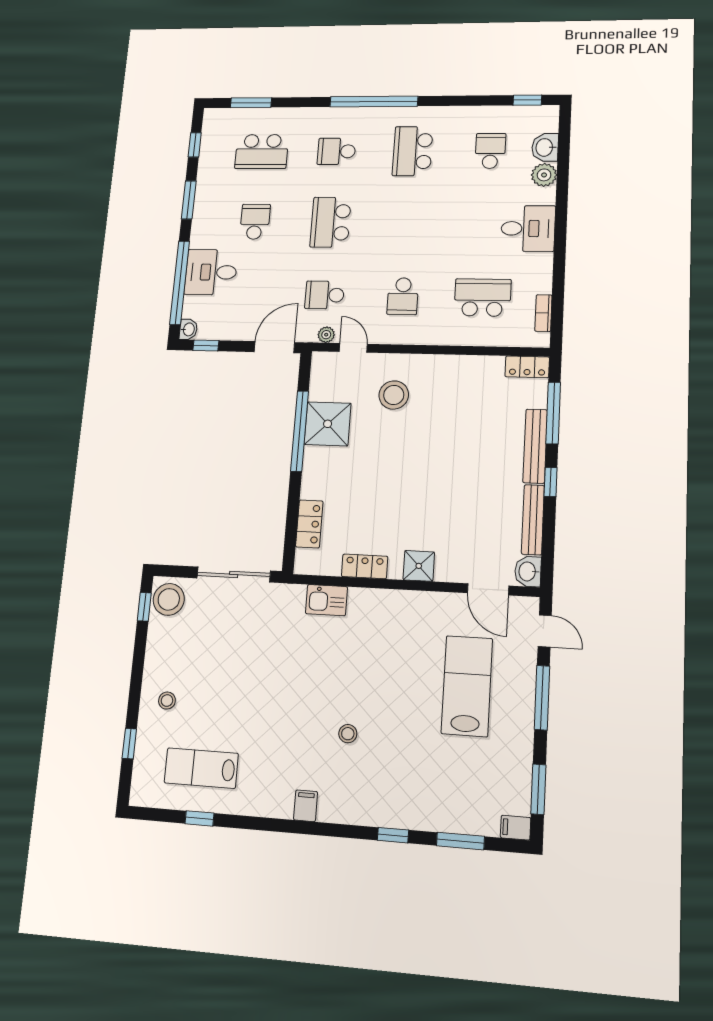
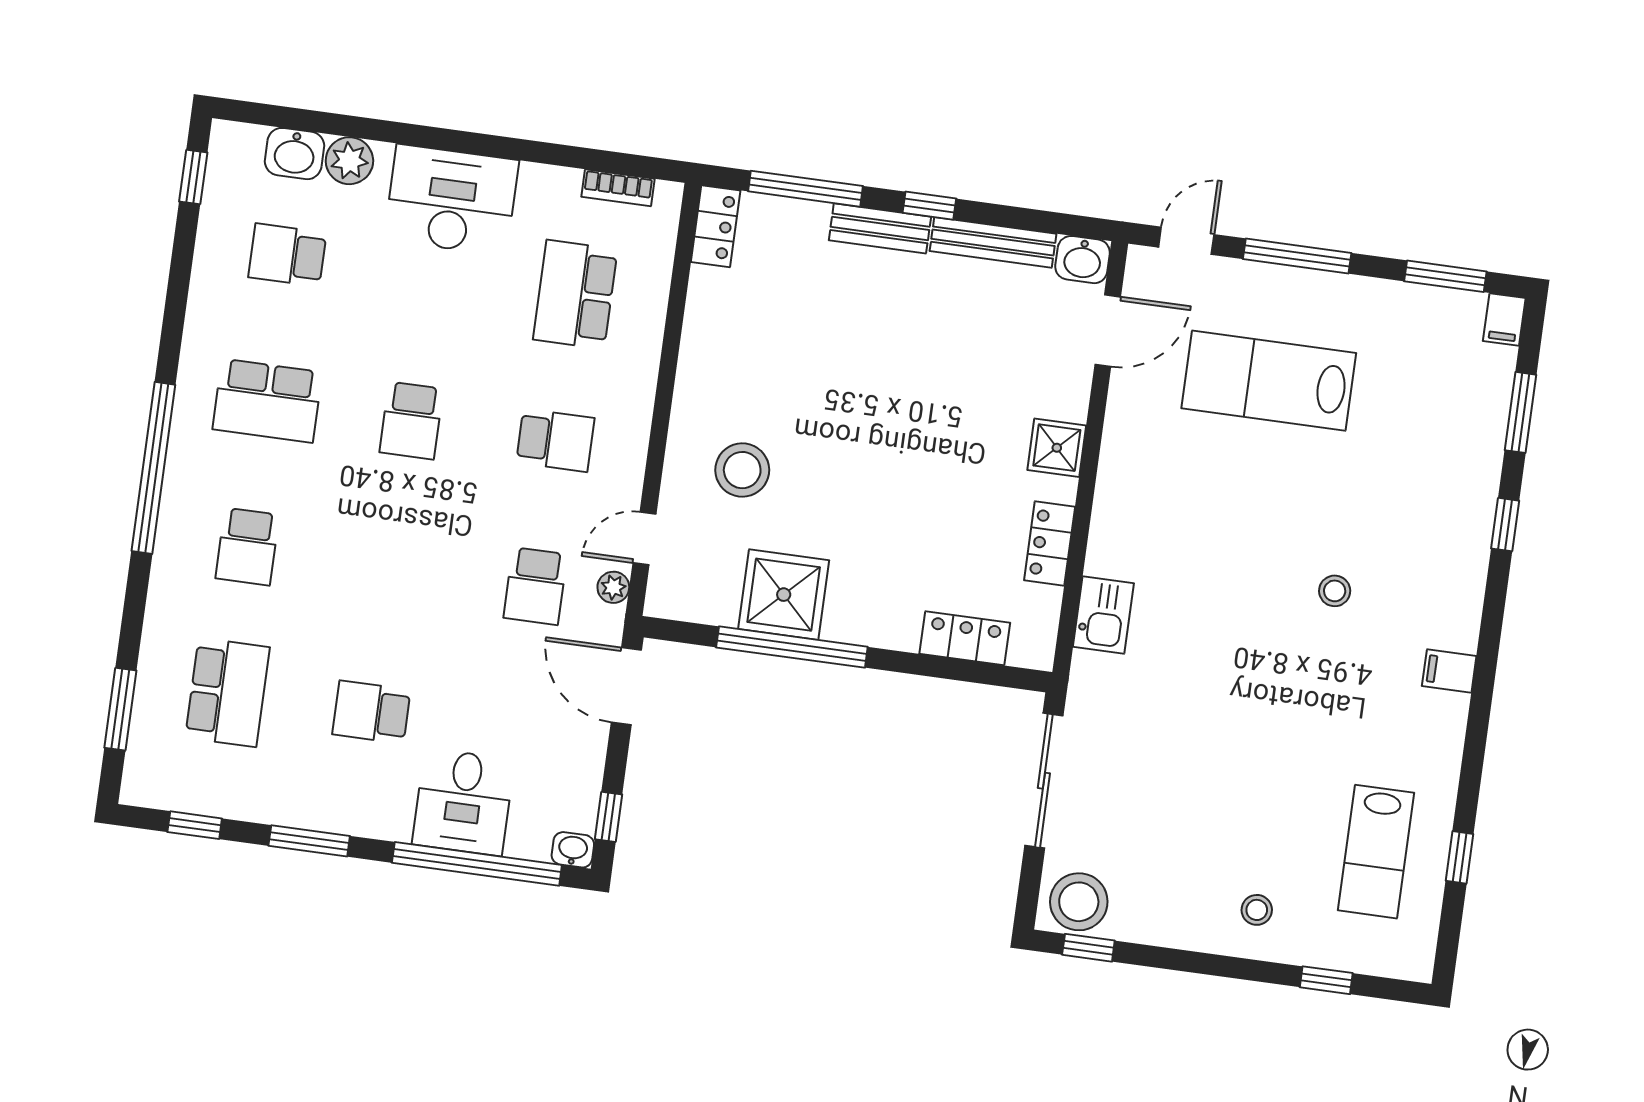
school desk: (331, 222) -> (411, 421), moved, width x0.54
desk: (528, 228) -> (451, 200), width x1.37
bench: (535, 446) -> (880, 228), width x0.73

